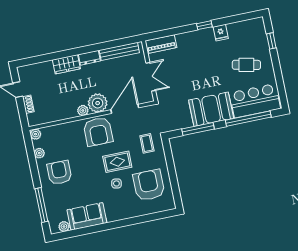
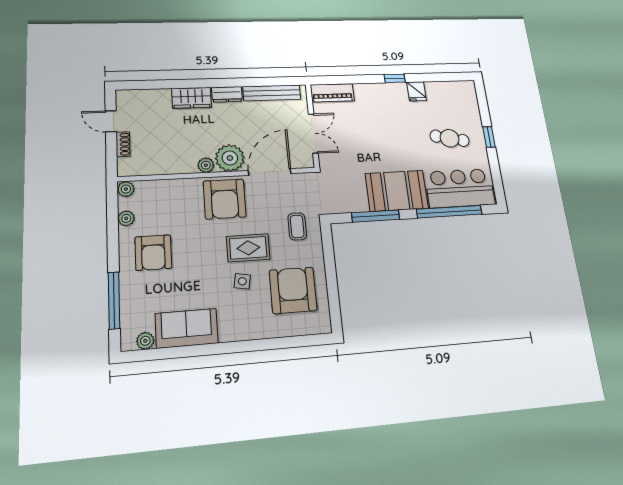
window: (271, 41) -> (489, 137), moved
armchair: (59, 173) -> (153, 253), turned 180

